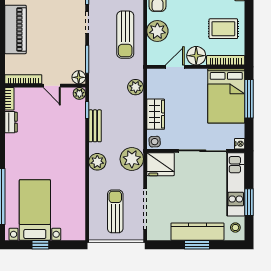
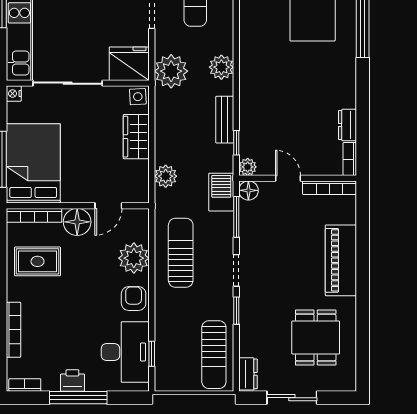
barbecue: (97, 76) -> (221, 192), added

